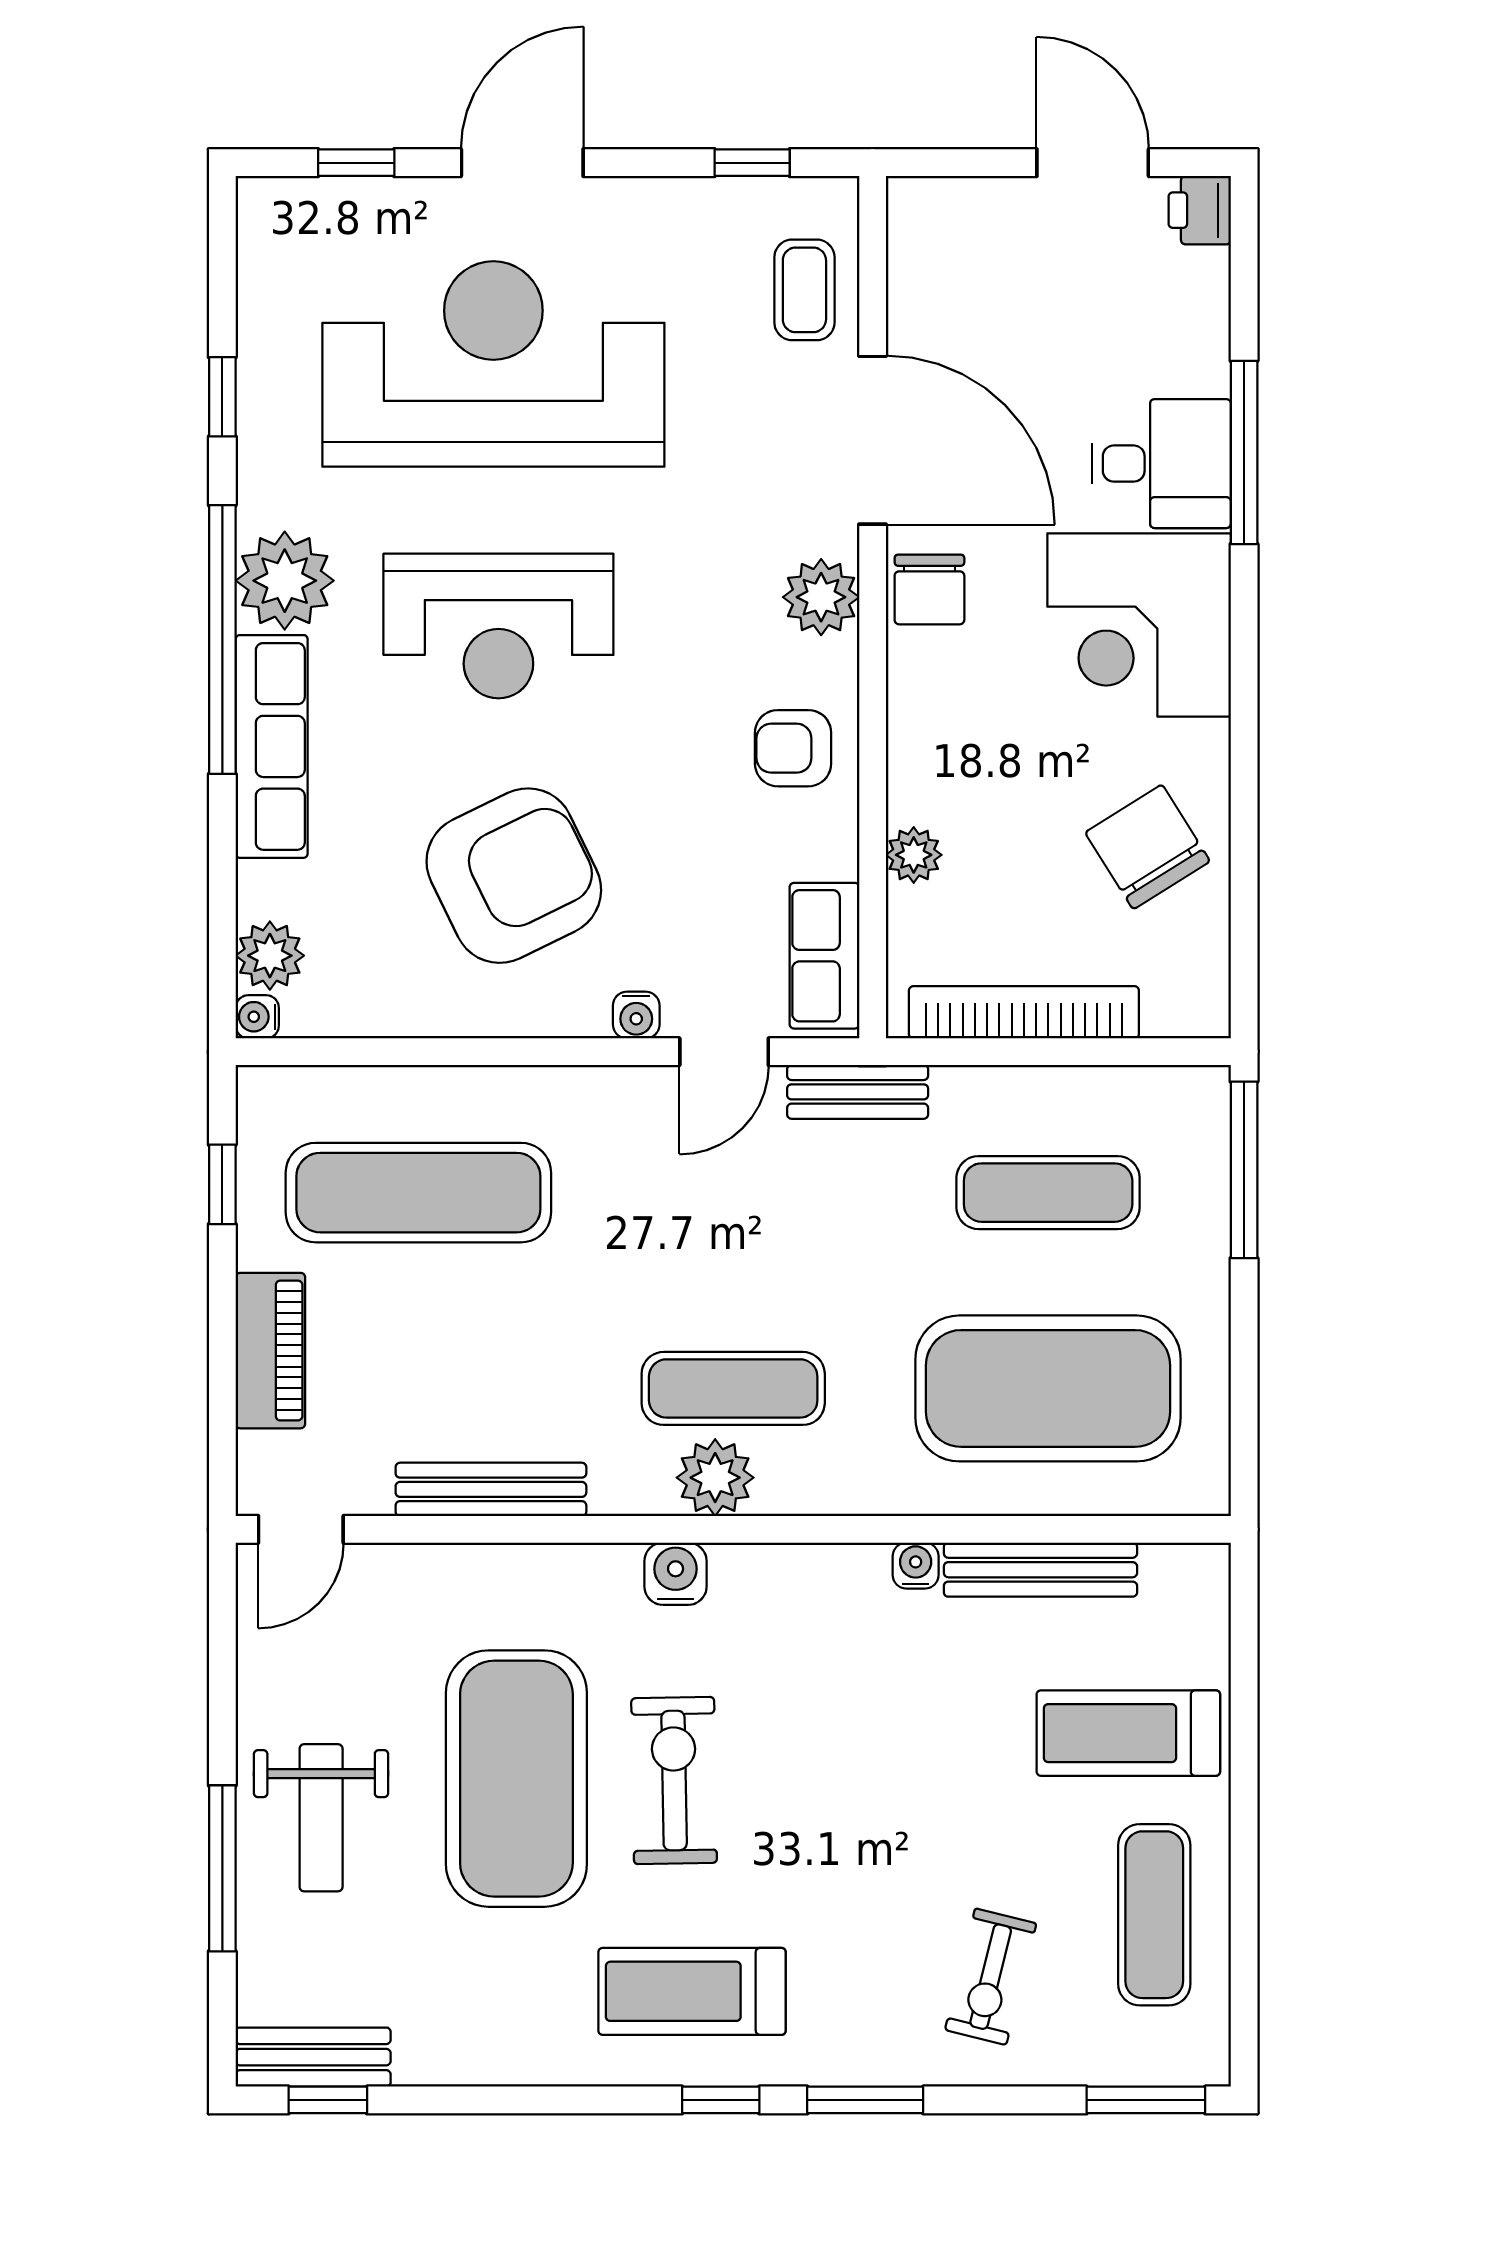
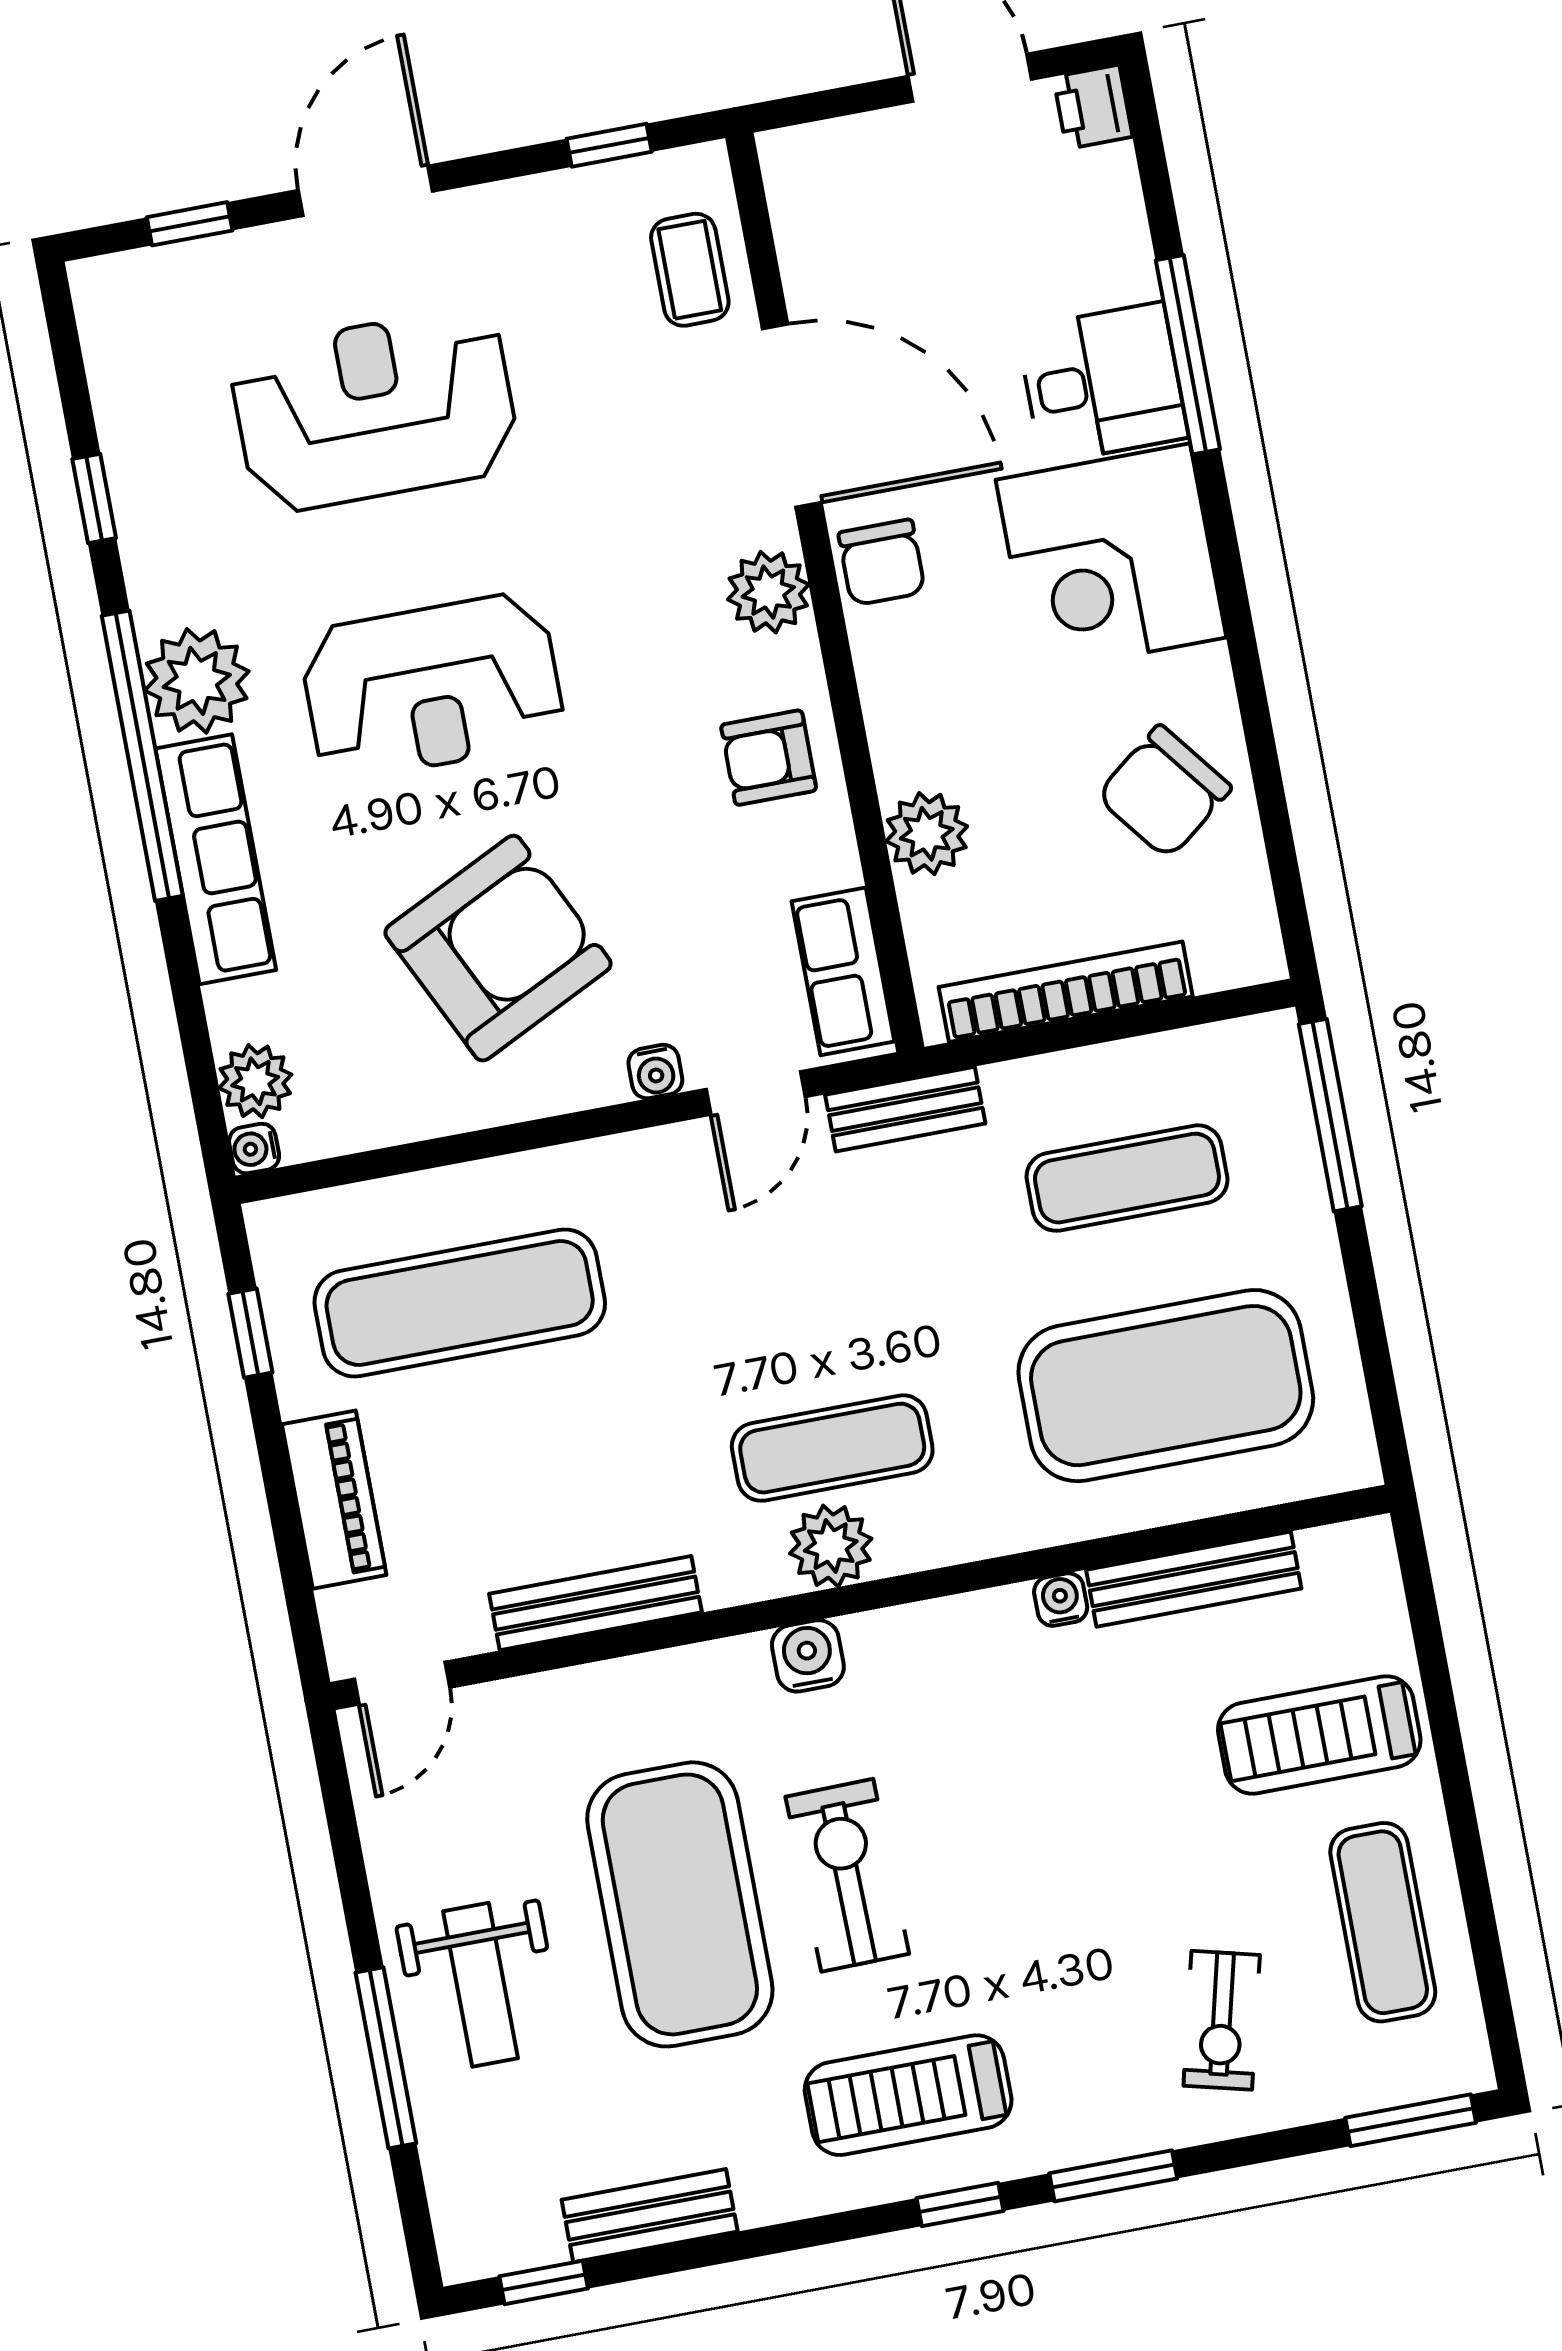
reception desk: (493, 364) -> (375, 410), width x0.74, depth x0.77
chair: (1148, 847) -> (1164, 792), turned -96
plant: (914, 855) -> (927, 834), width x1.38, depth x1.38
bench: (313, 2057) -> (650, 2216), moved

